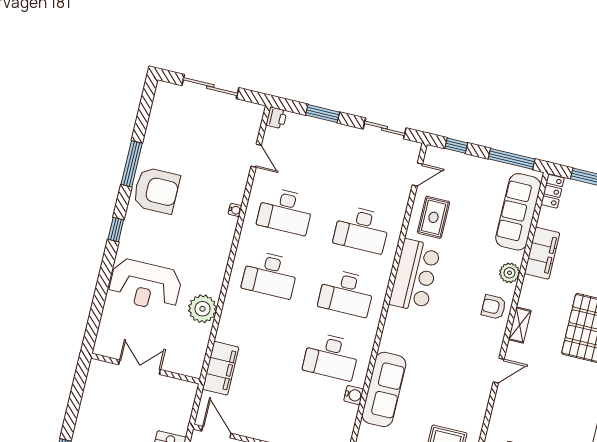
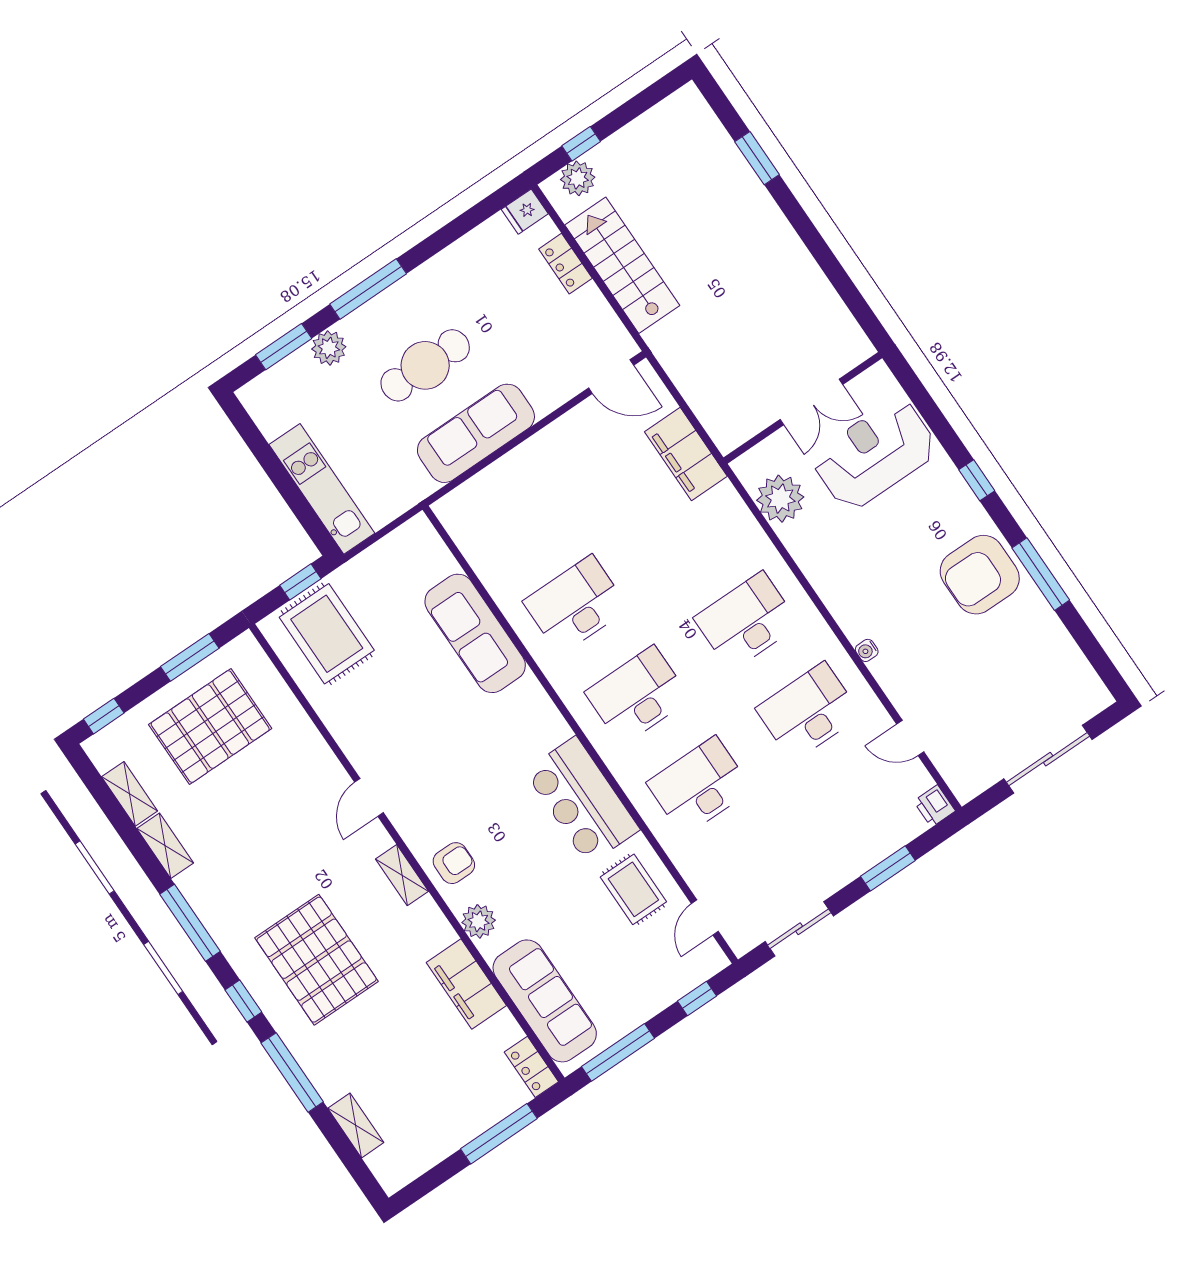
double door: (139, 367) -> (811, 402), moved
wall: (145, 369) -> (803, 408), moved
water cooler: (354, 395) -> (502, 589), removed

